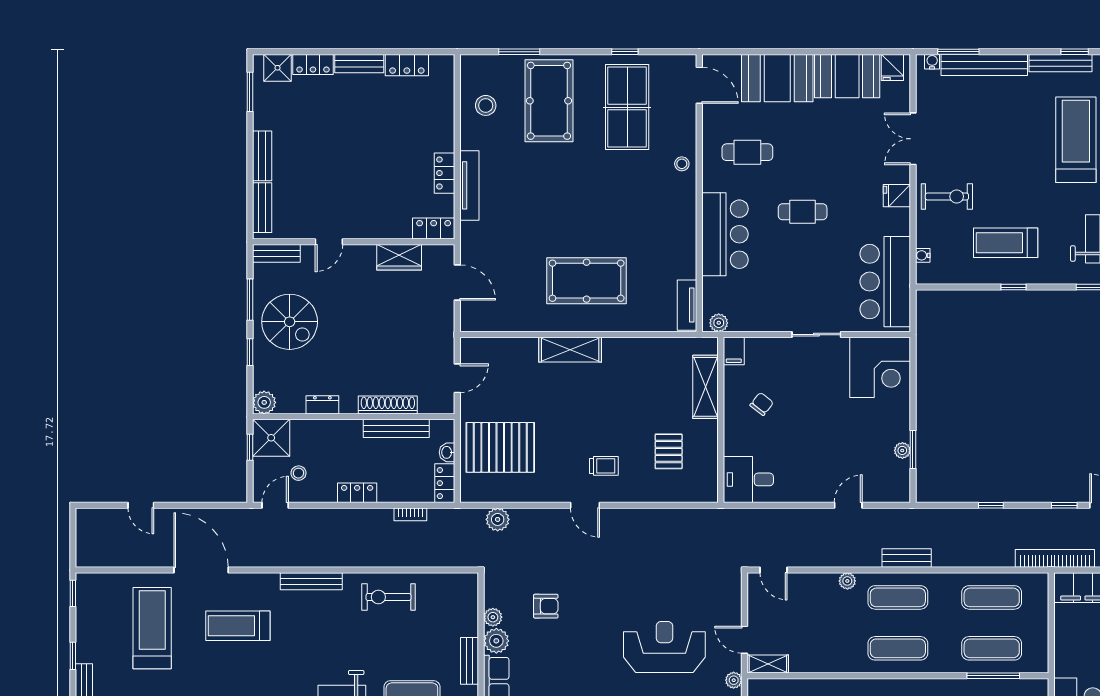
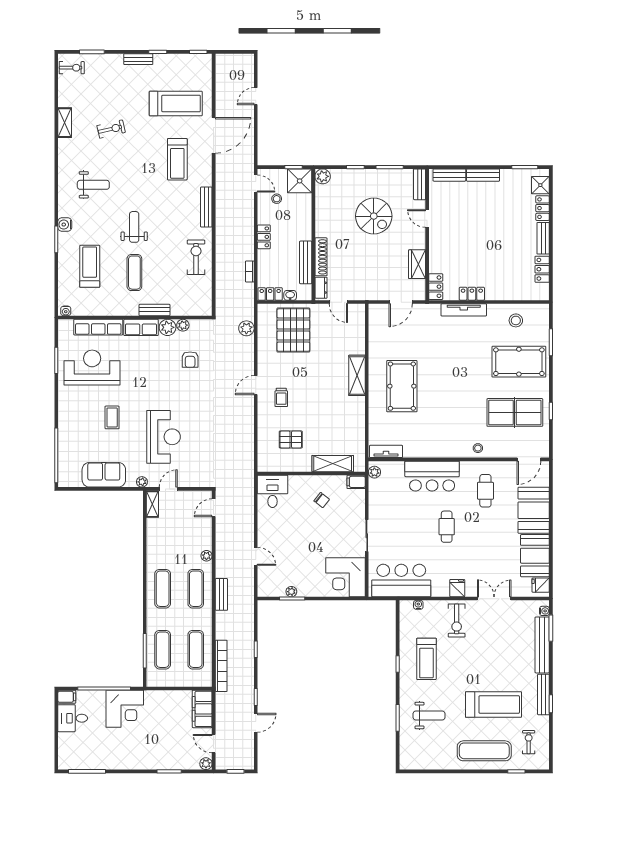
treadmill: (1006, 243) -> (426, 659), turned 180
spiral stairs: (290, 322) -> (374, 216), moved, turned -90
dresser: (322, 405) -> (321, 288), moved
bookcase: (1055, 558) -> (221, 666), moved
treadmill: (238, 626) -> (177, 159), turned 180

